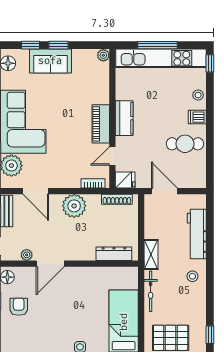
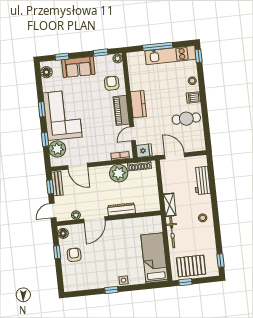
window: (58, 45) -> (101, 53), moved
kitchen unit: (161, 58) -> (170, 55), width x0.73
armchair: (92, 87) -> (112, 83), added
plant: (74, 206) -> (119, 173), moved
workbench: (197, 234) -> (202, 181), width x0.73
dresser: (114, 254) -> (121, 209), moved

